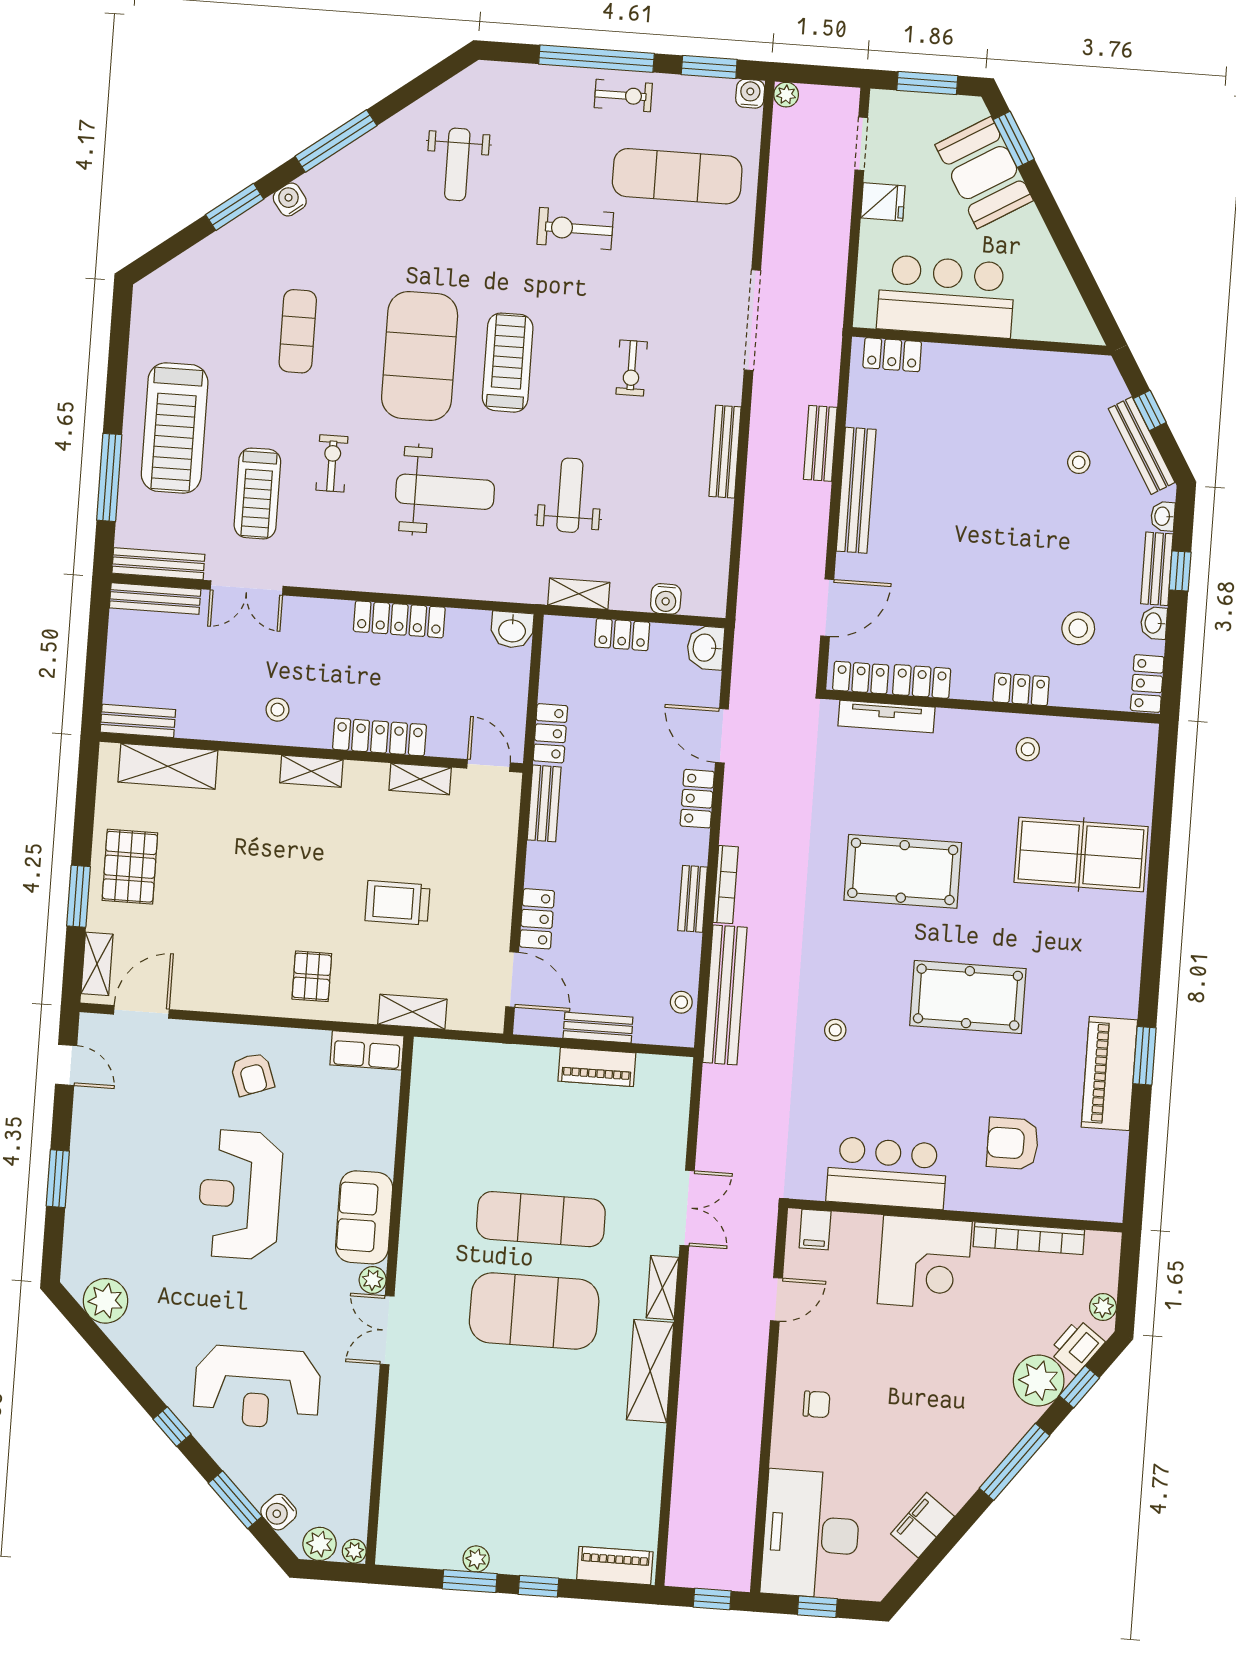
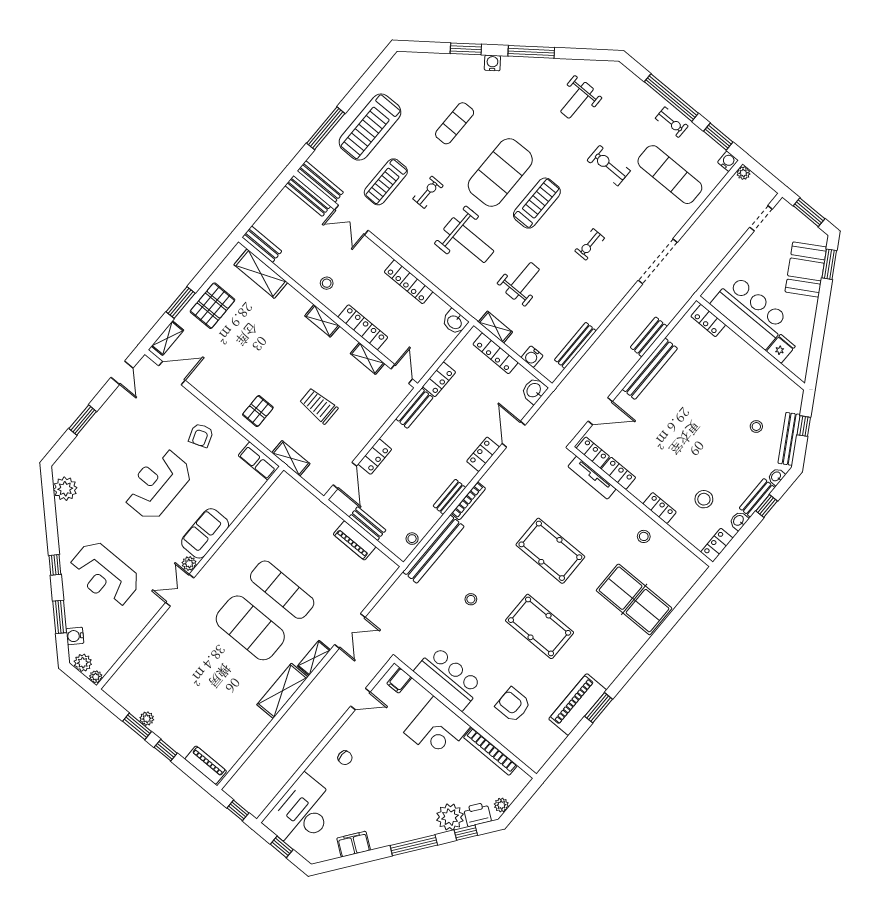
fridge: (883, 202) -> (781, 349), moved, turned -90
bench: (725, 452) -> (575, 345), moved
locker: (622, 635) -> (495, 353), width x1.53

